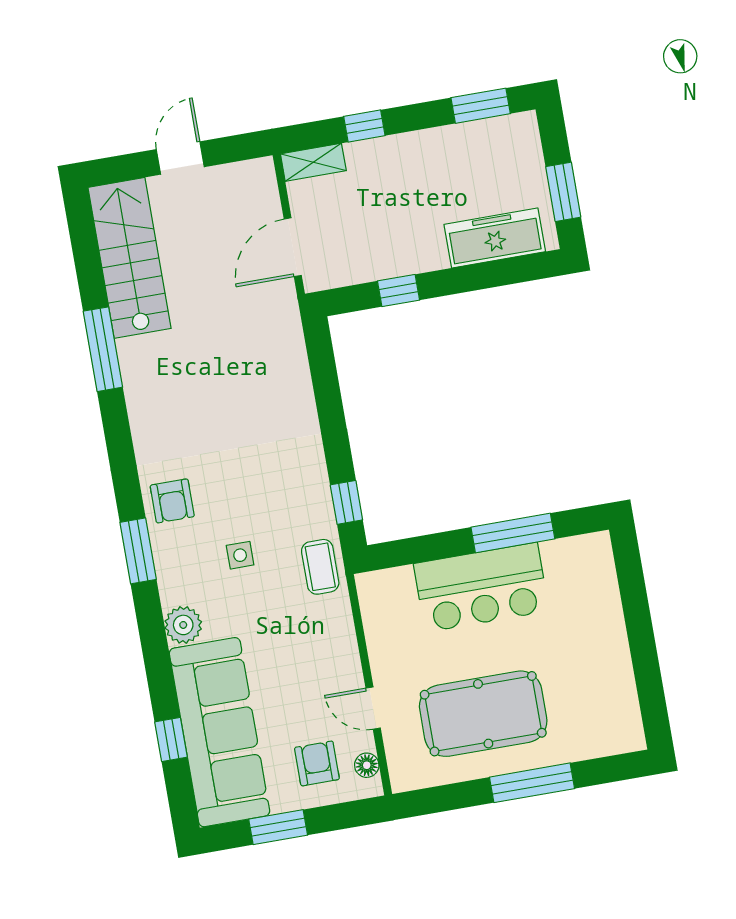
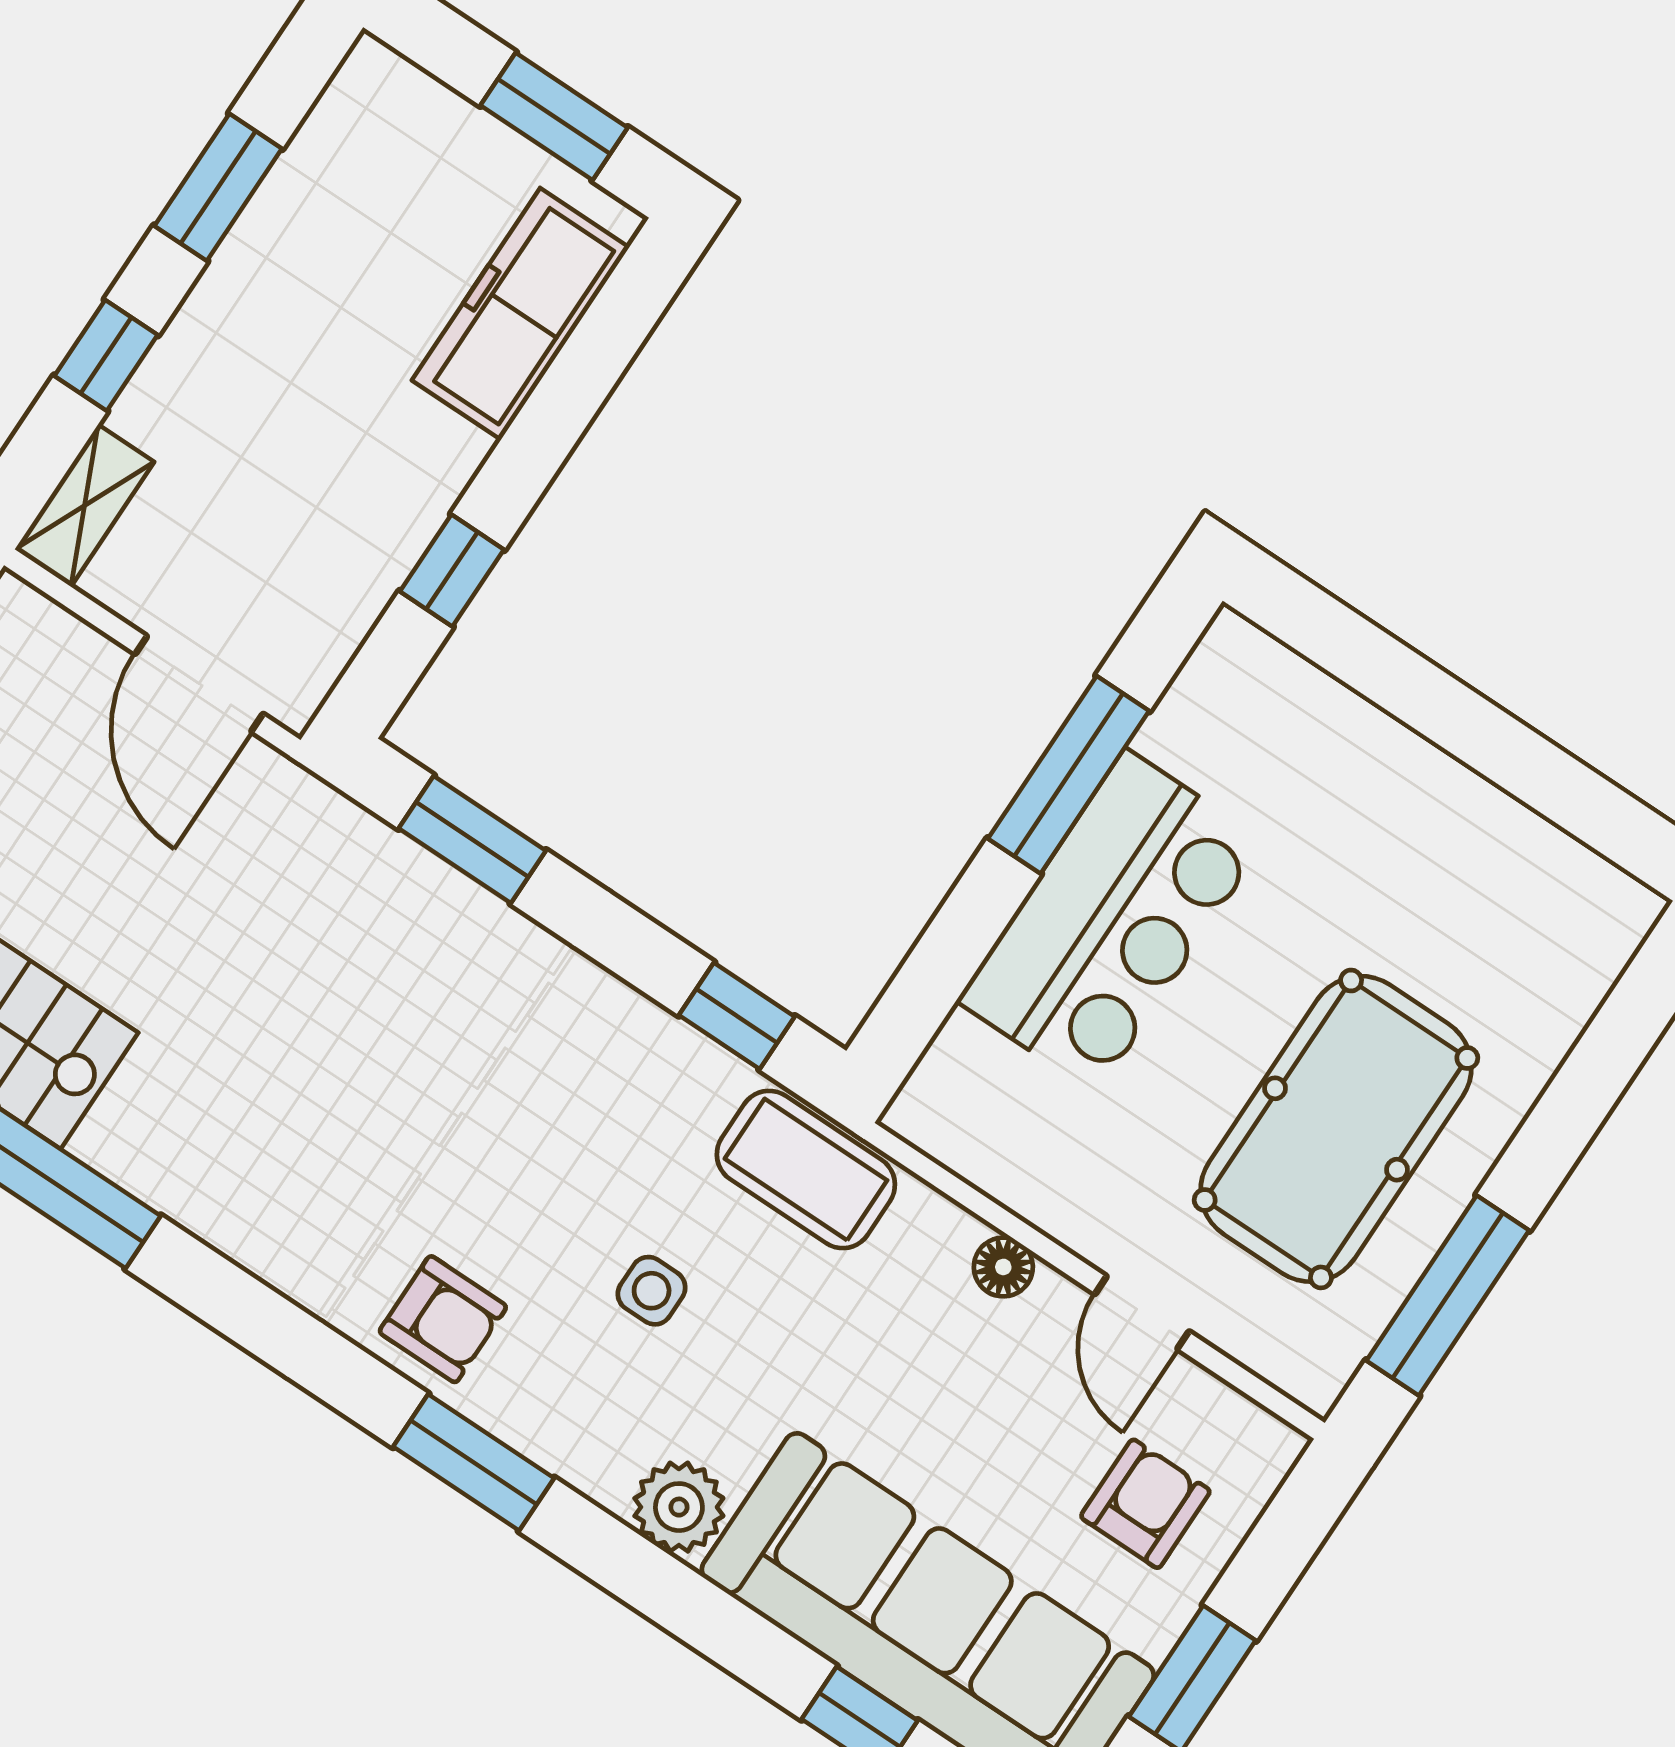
window: (481, 106) -> (218, 187), moved
window: (324, 373) -> (472, 839), added
coffee table: (320, 567) -> (806, 1169), width x1.36, depth x1.30
door: (373, 708) -> (1142, 1313), hinge flipped
armchair: (317, 763) -> (1145, 1504), turned 90
floor lamp: (367, 765) -> (1003, 1267), moved
window: (532, 783) -> (1448, 1296), moved

